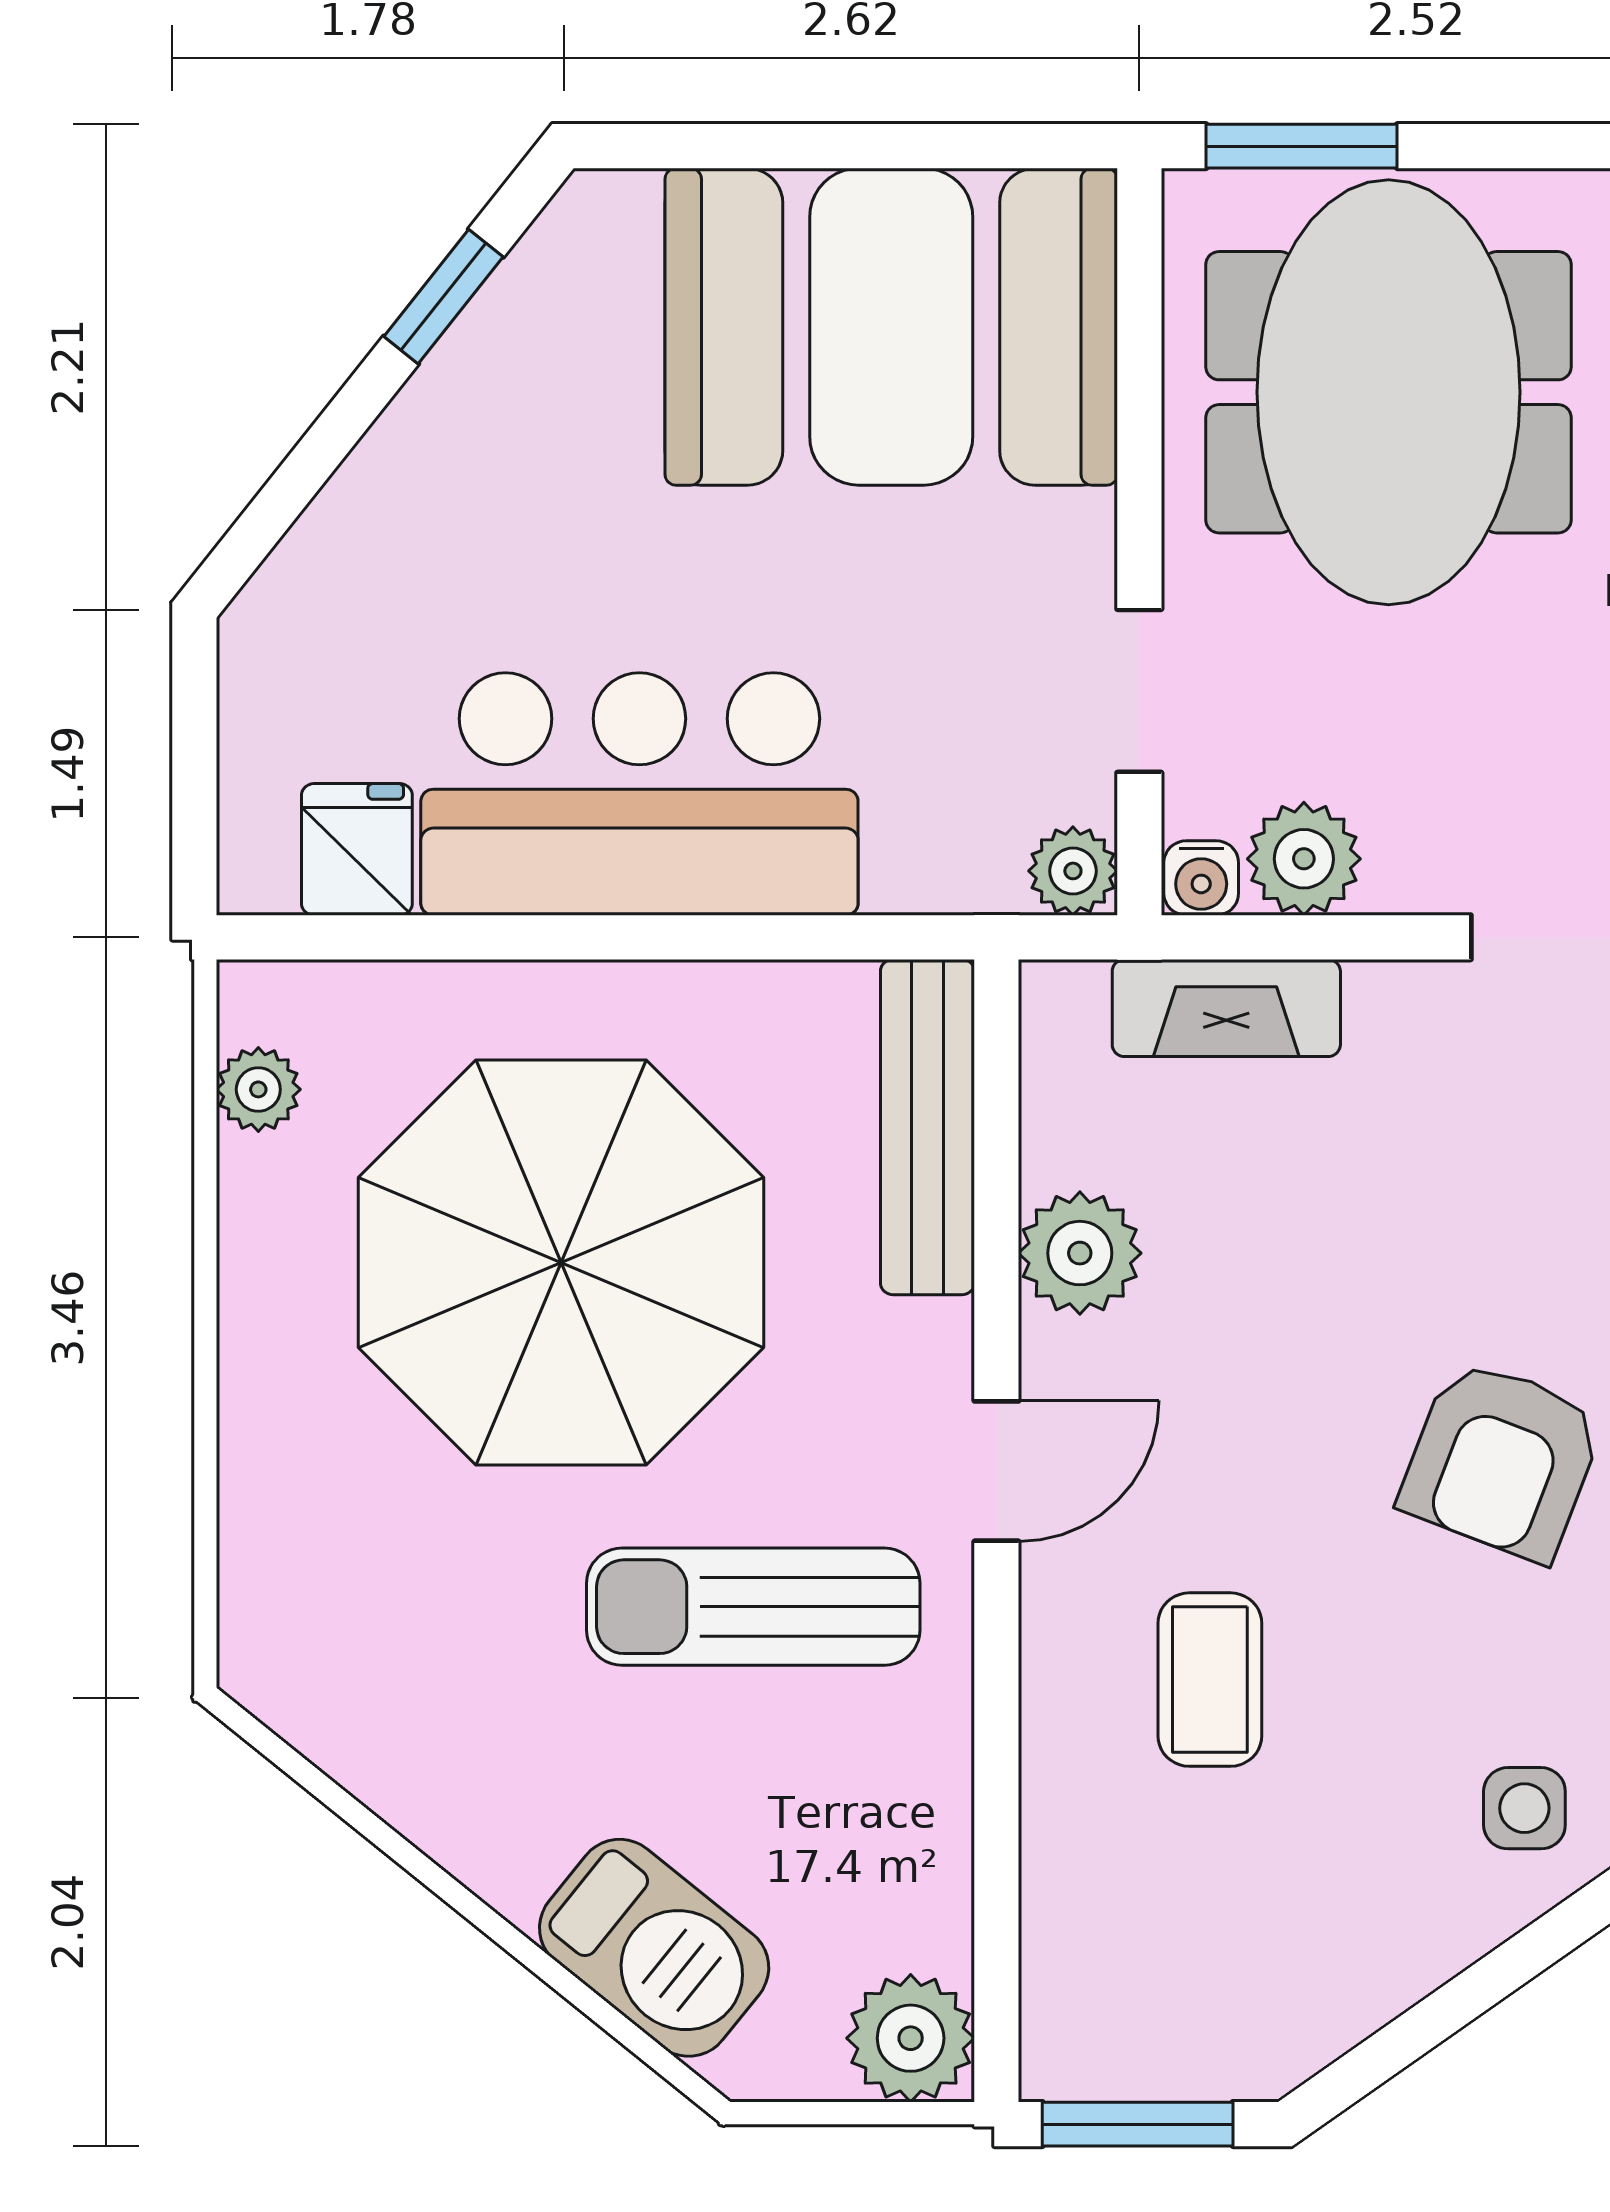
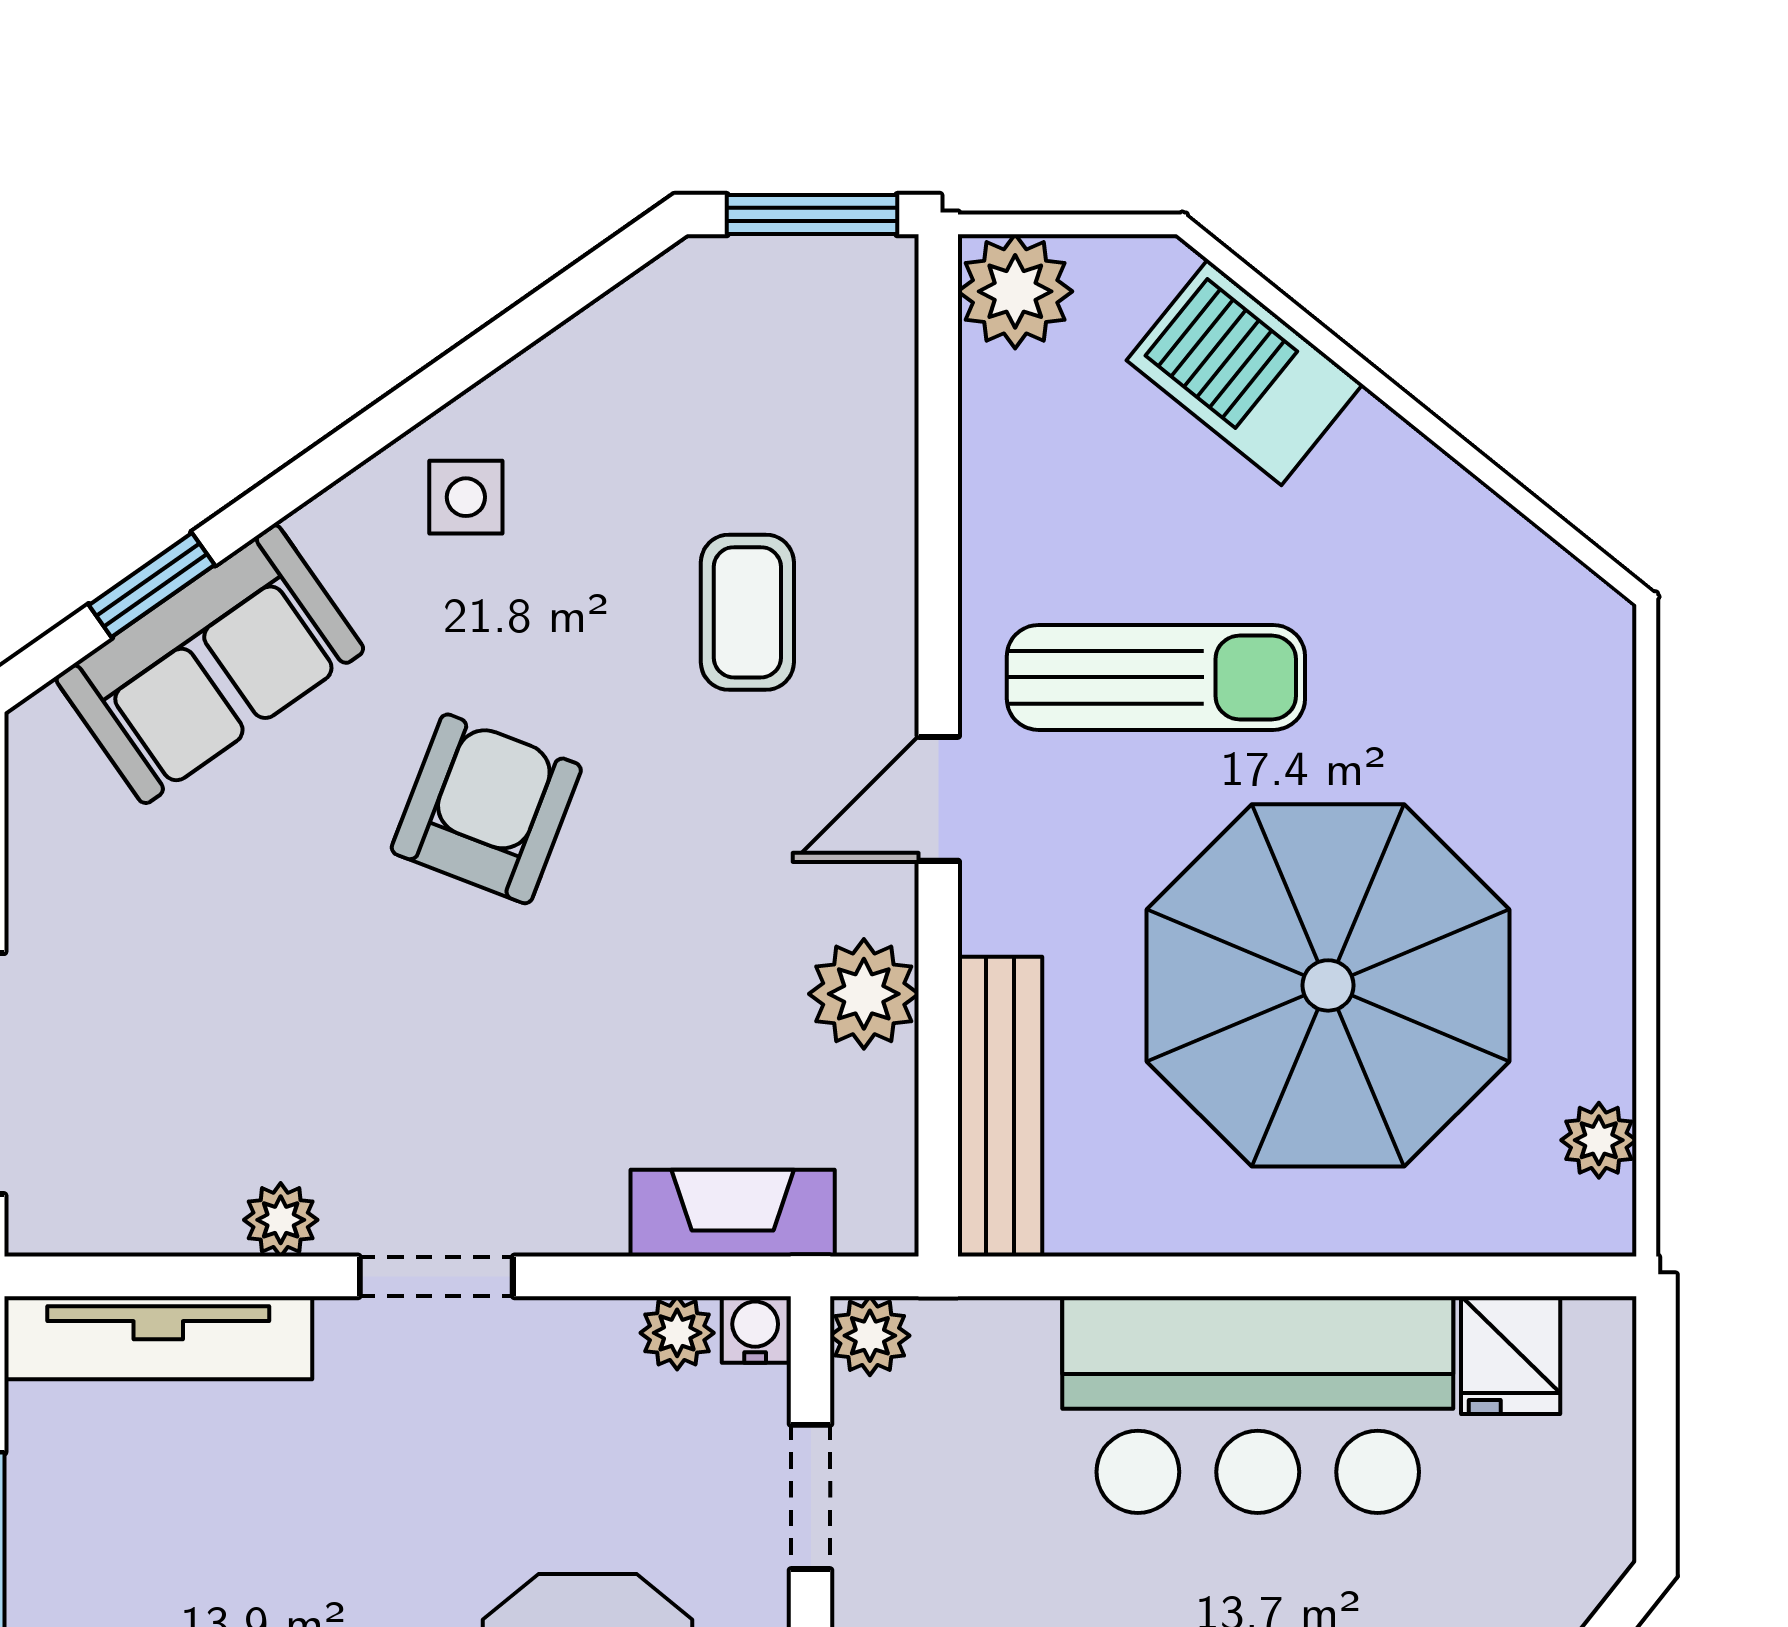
plant: (1304, 859) -> (677, 1333), width x0.73, depth x0.73

